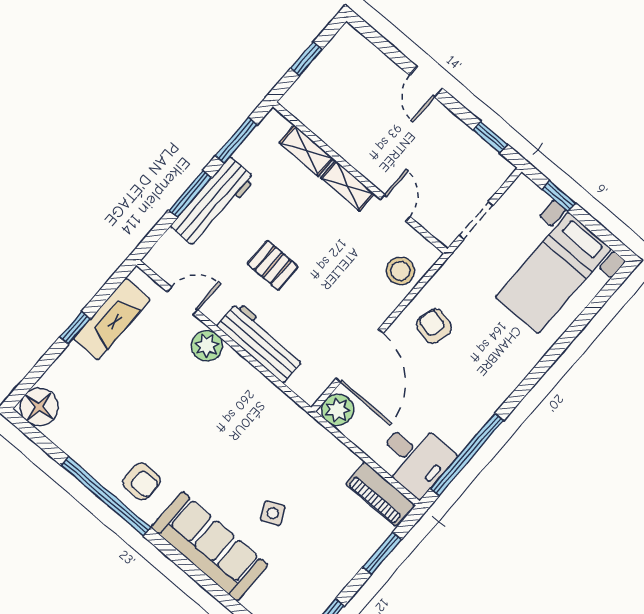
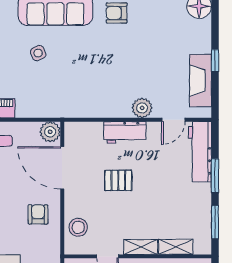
workbench: (213, 202) -> (200, 152), moved
pallet: (273, 265) -> (118, 180), moved
armchair: (434, 326) -> (38, 214), turned -103
workbench: (260, 342) -> (125, 132), width x0.73

